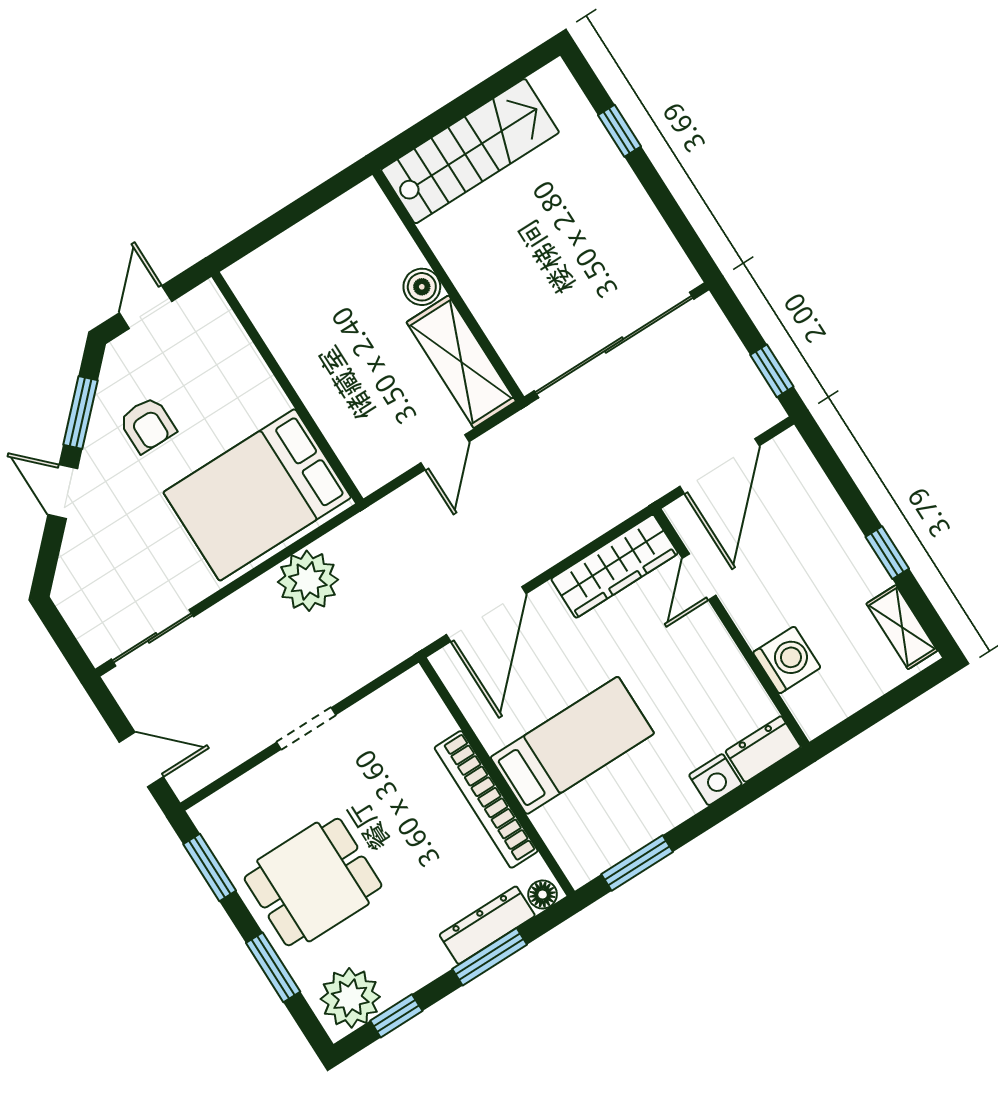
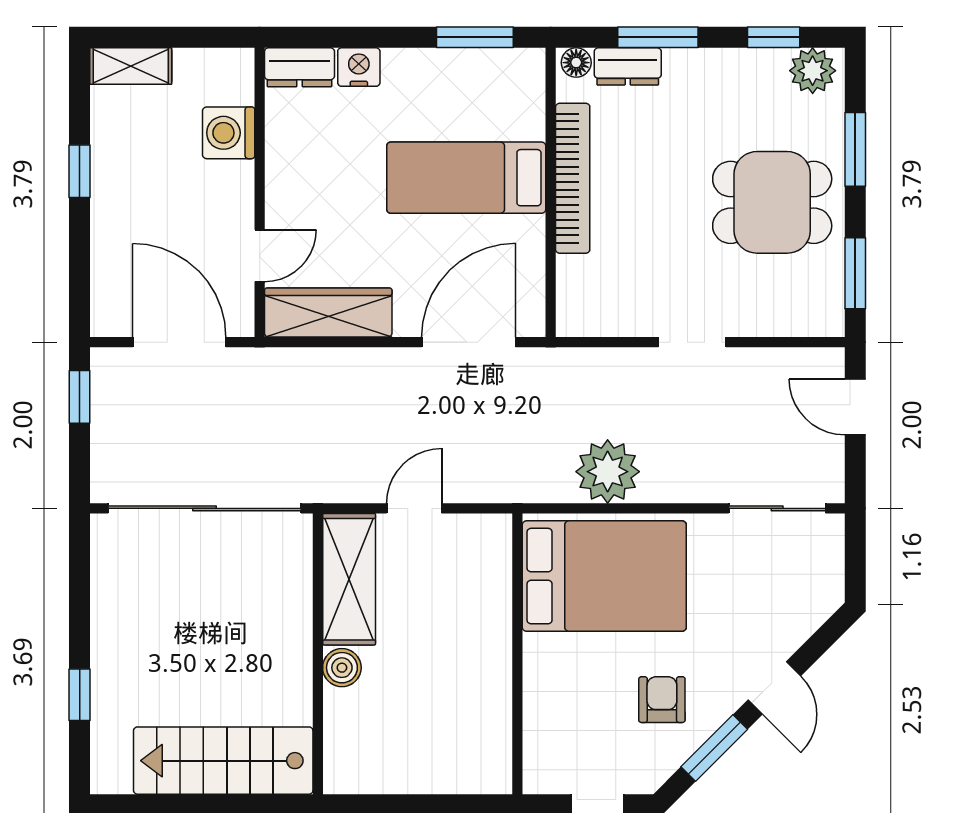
door: (720, 466) -> (179, 342), hinge flipped
shelving: (902, 627) -> (131, 66), moved, turned 90
dresser: (487, 925) -> (628, 66), width x0.70
plant: (350, 998) -> (813, 71), width x0.73, depth x0.73

